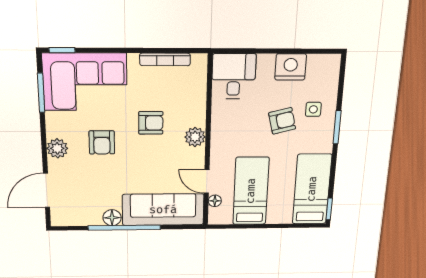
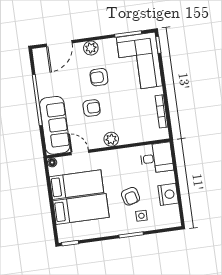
armchair: (151, 123) -> (92, 108), moved, turned -90
door: (207, 181) -> (80, 152), hinge flipped
bed: (312, 189) -> (81, 209), moved
door: (46, 190) -> (59, 43), swing flipped
floor lamp: (215, 201) -> (52, 162), moved
floor lamp: (112, 218) -> (44, 91), removed

